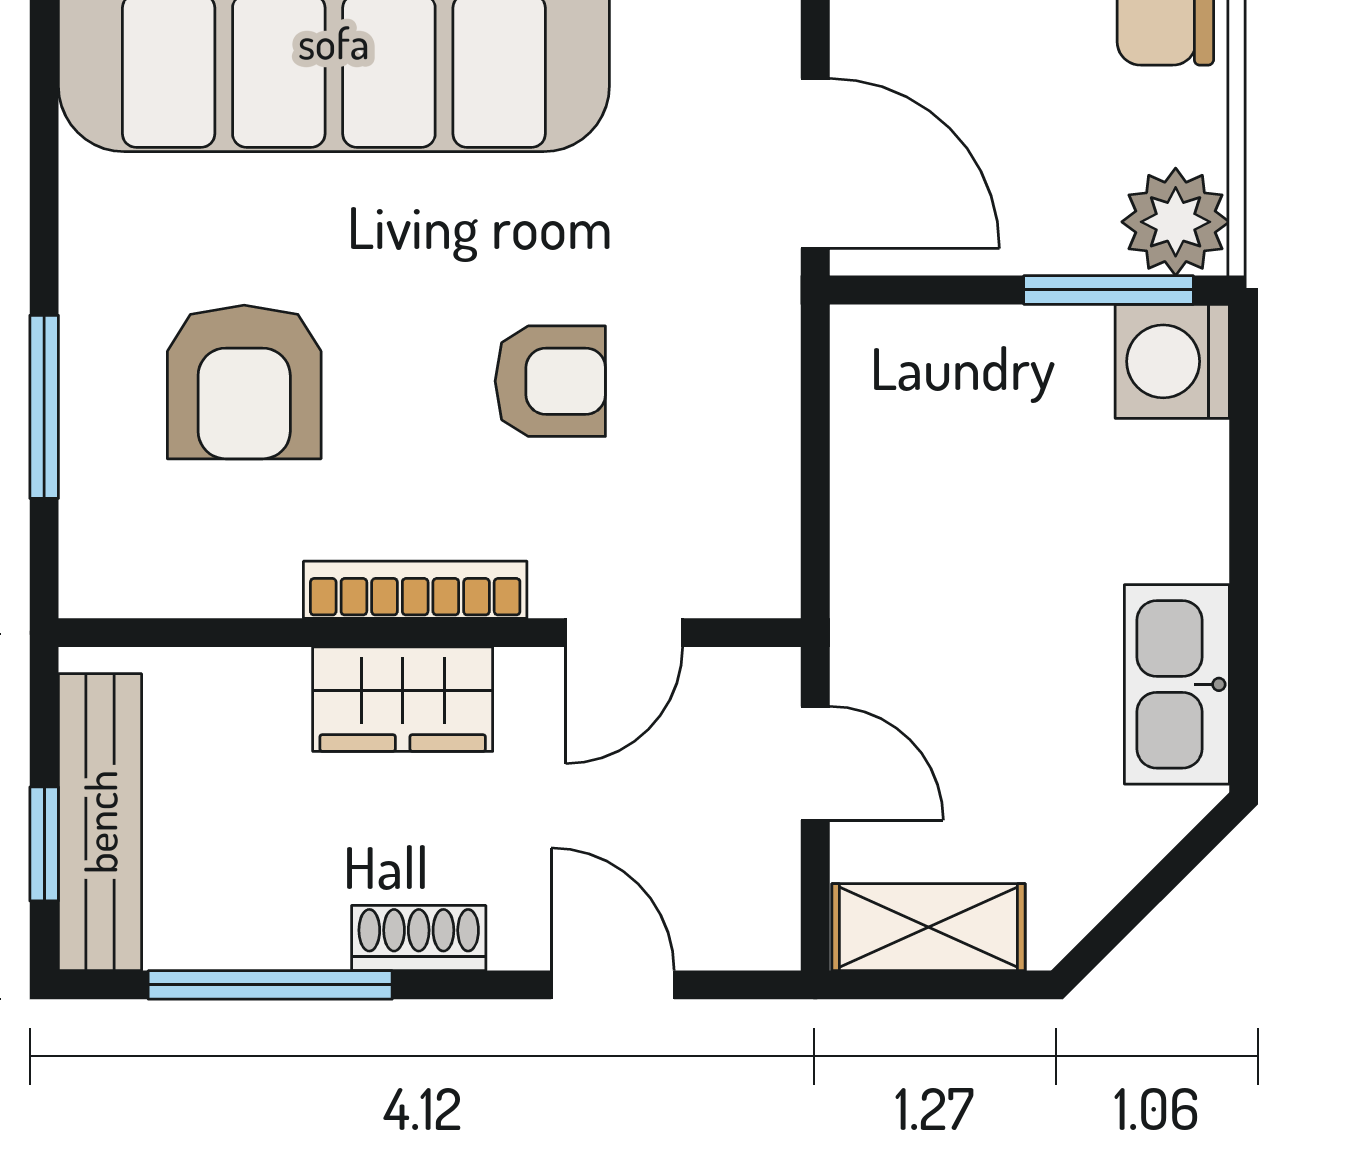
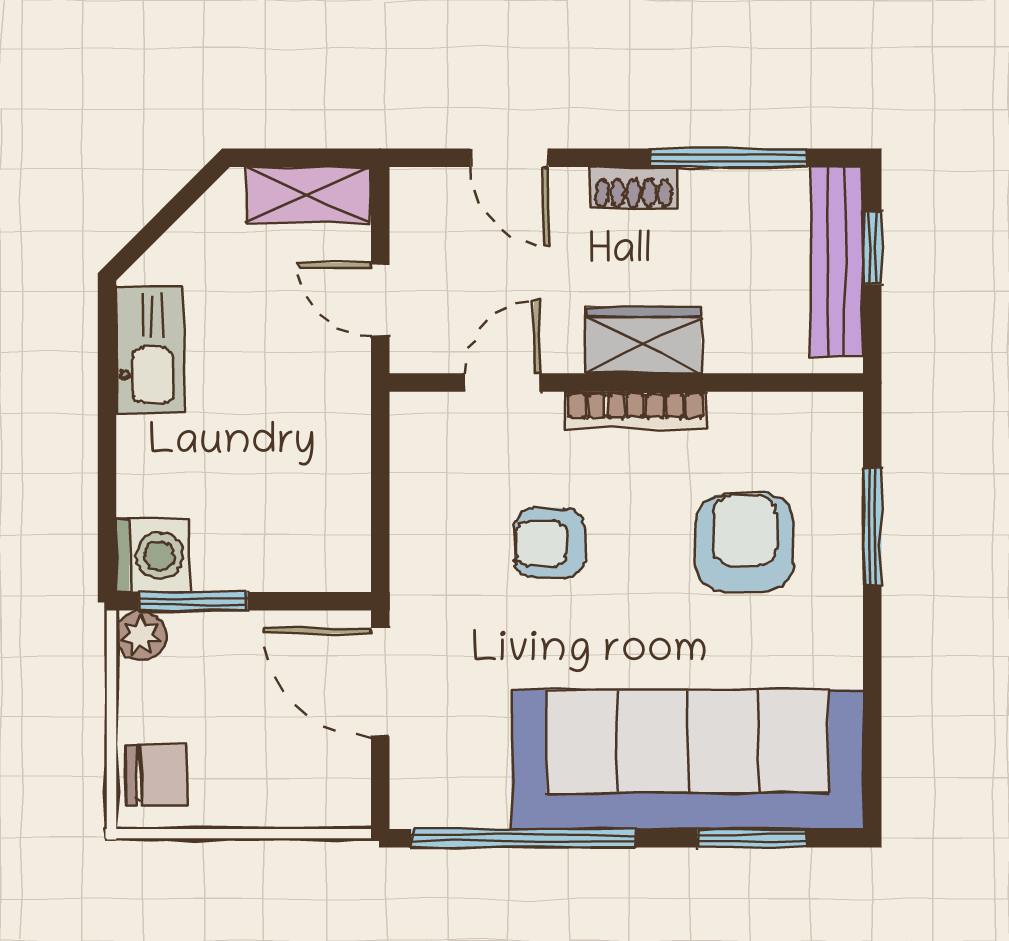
plant: (1176, 222) -> (141, 635), width x0.73, depth x0.73

